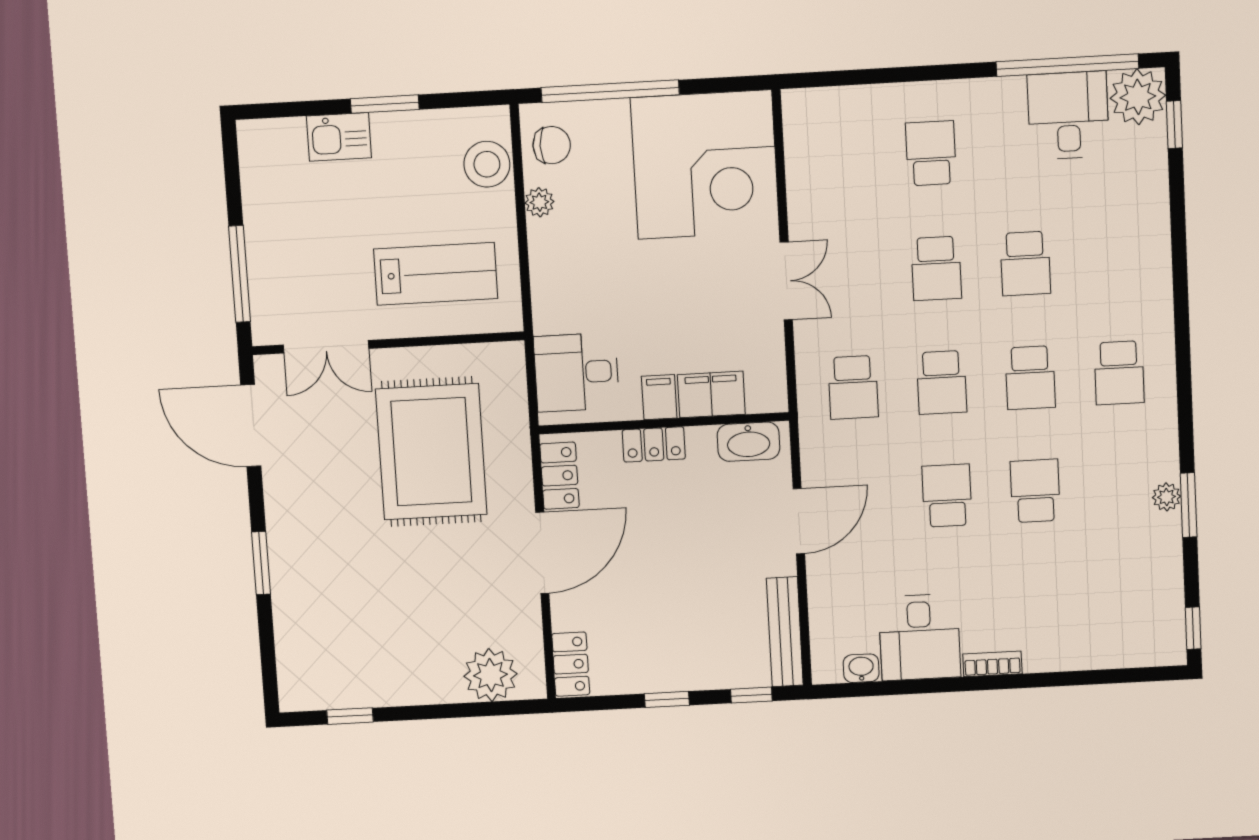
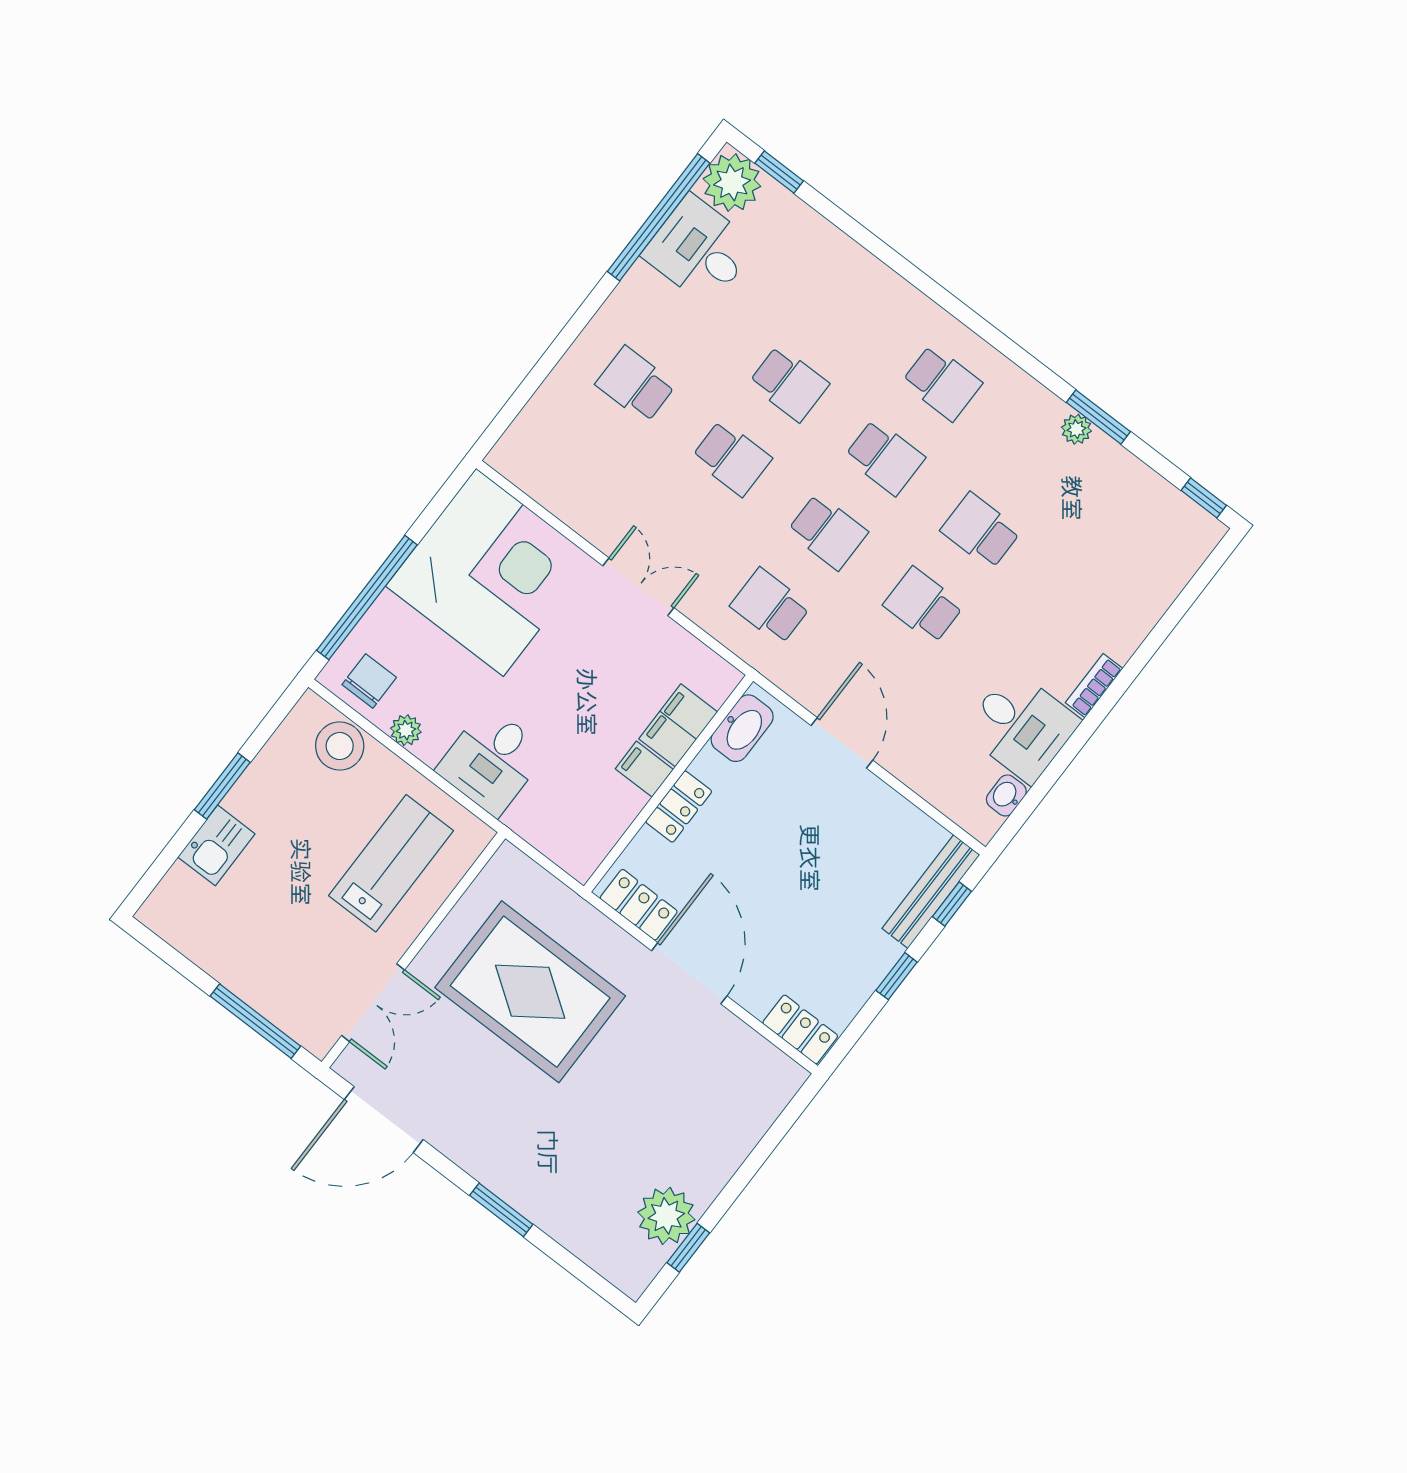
desk: (576, 372) -> (492, 761), moved
school desk: (853, 387) -> (770, 606), turned 180
bench: (785, 632) -> (931, 892), moved, turned 90
plant: (490, 675) -> (666, 1216), moved

